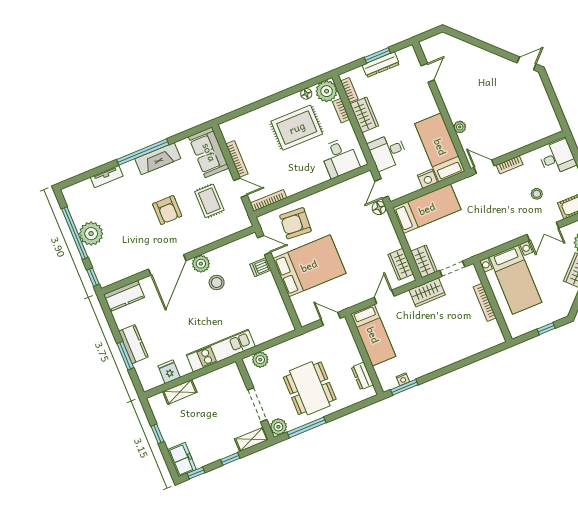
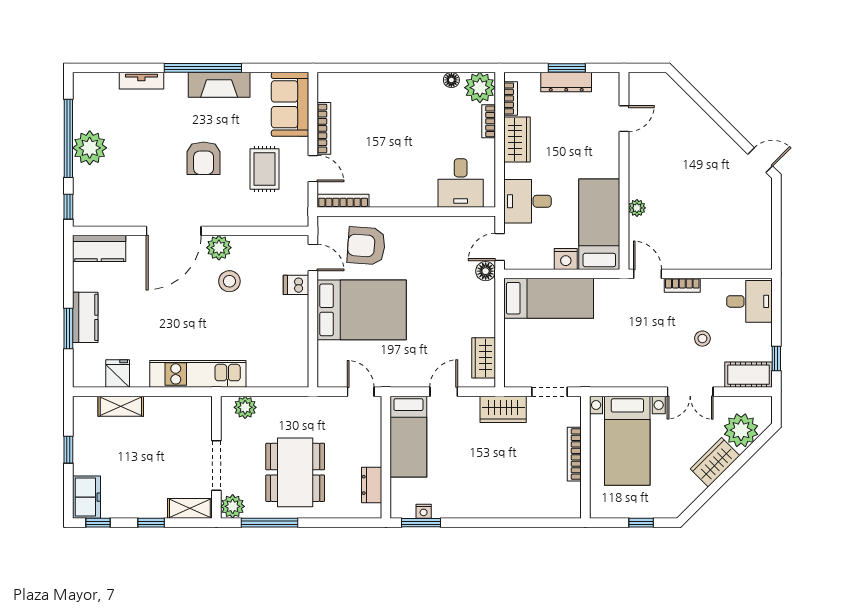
rug: (297, 128) -> (420, 120), removed
wardrobe: (424, 261) -> (516, 367), removed

